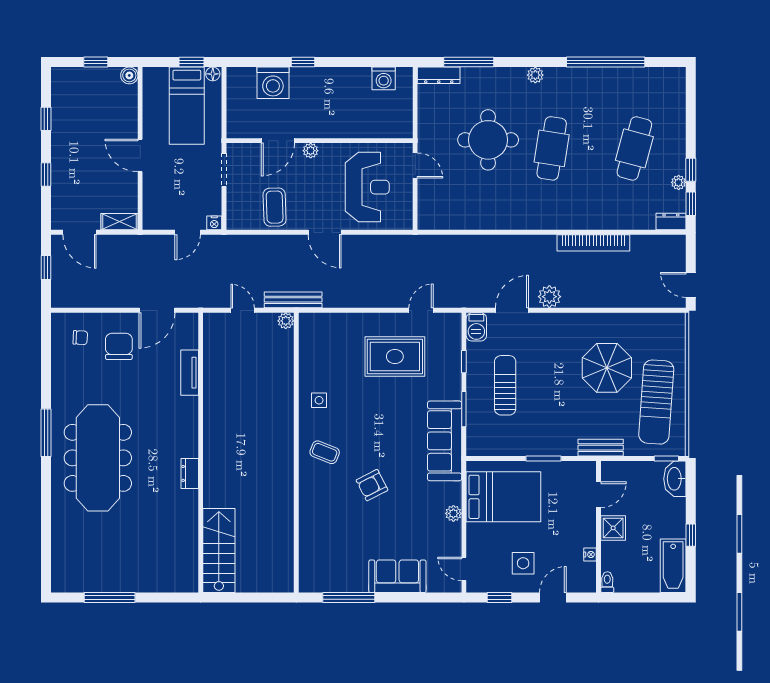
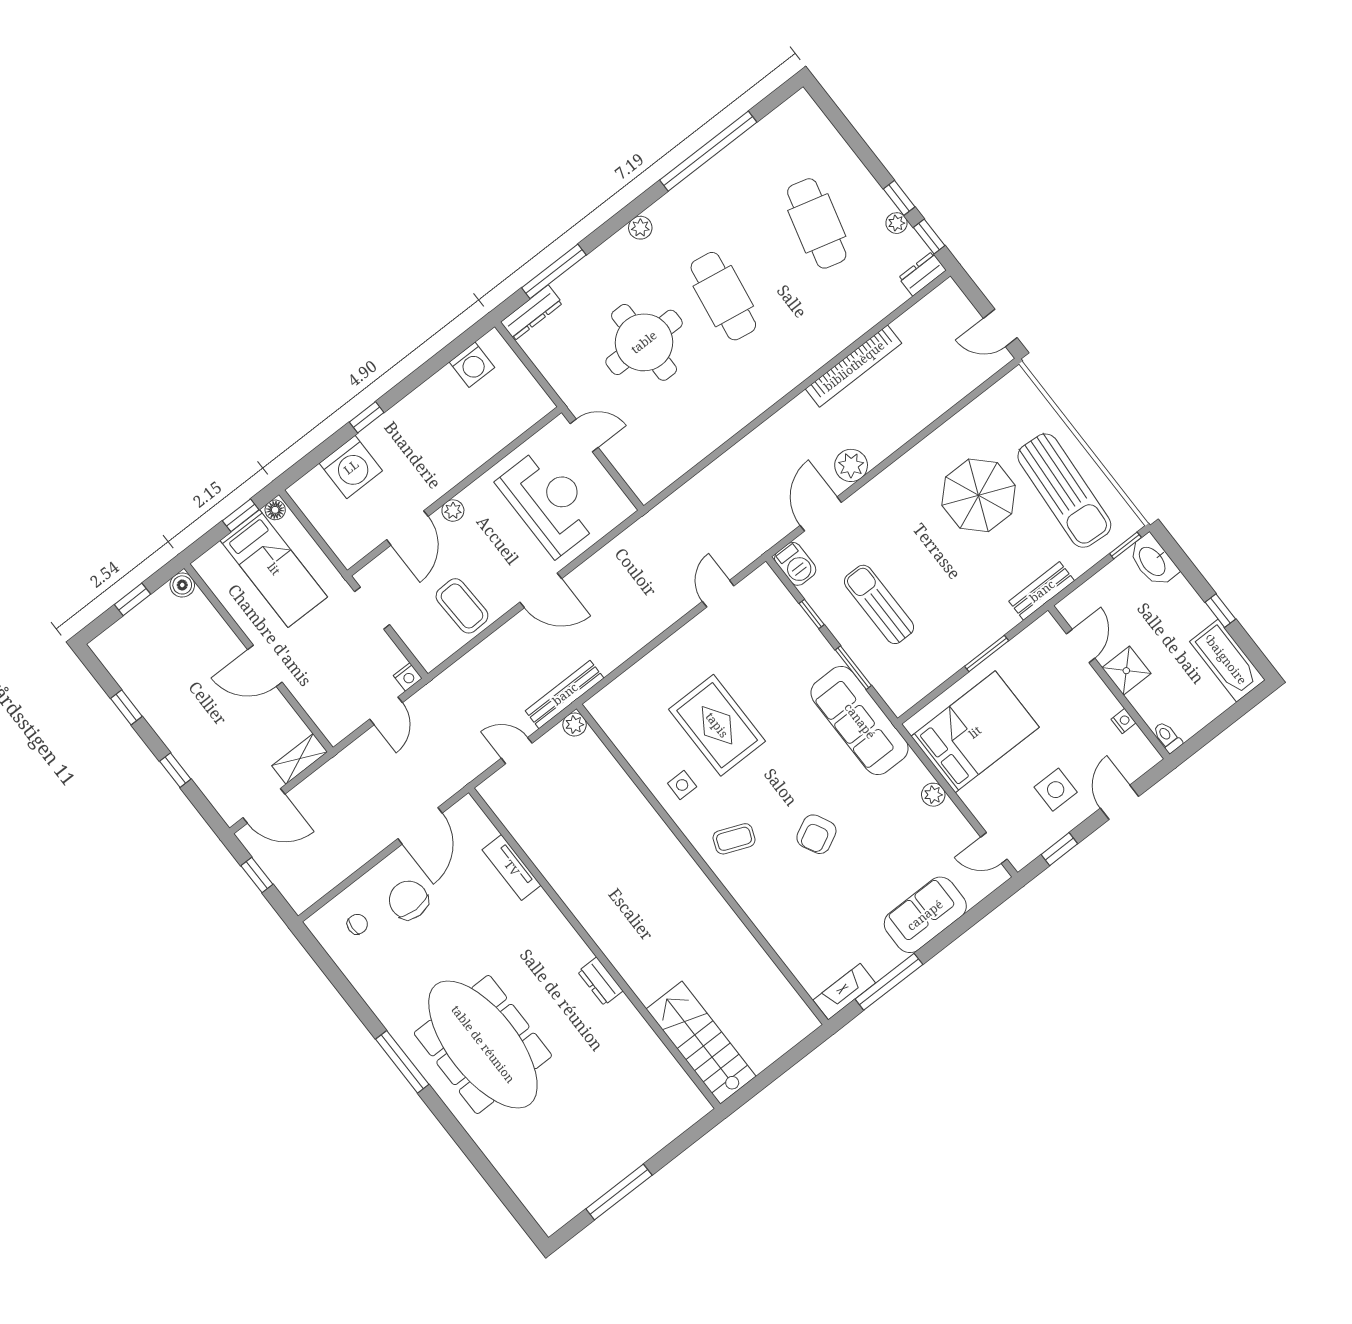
rug: (395, 356) -> (717, 725), moved, turned 90
fireplace: (320, 584) -> (844, 992), added

